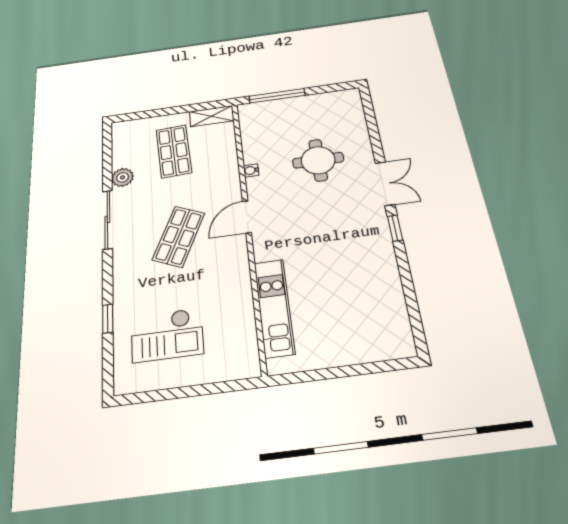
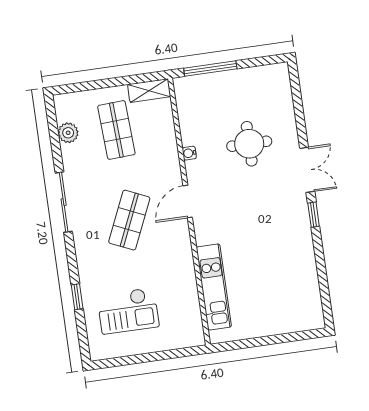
plant: (123, 177) -> (68, 133), moved

